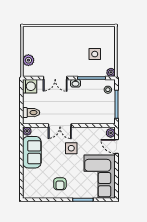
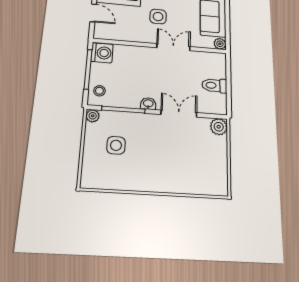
plant: (28, 60) -> (219, 127), moved
washing machine: (30, 86) -> (102, 53), moved, turned 180
toilet: (31, 113) -> (214, 85), moved
plant: (111, 133) -> (100, 31), removed

